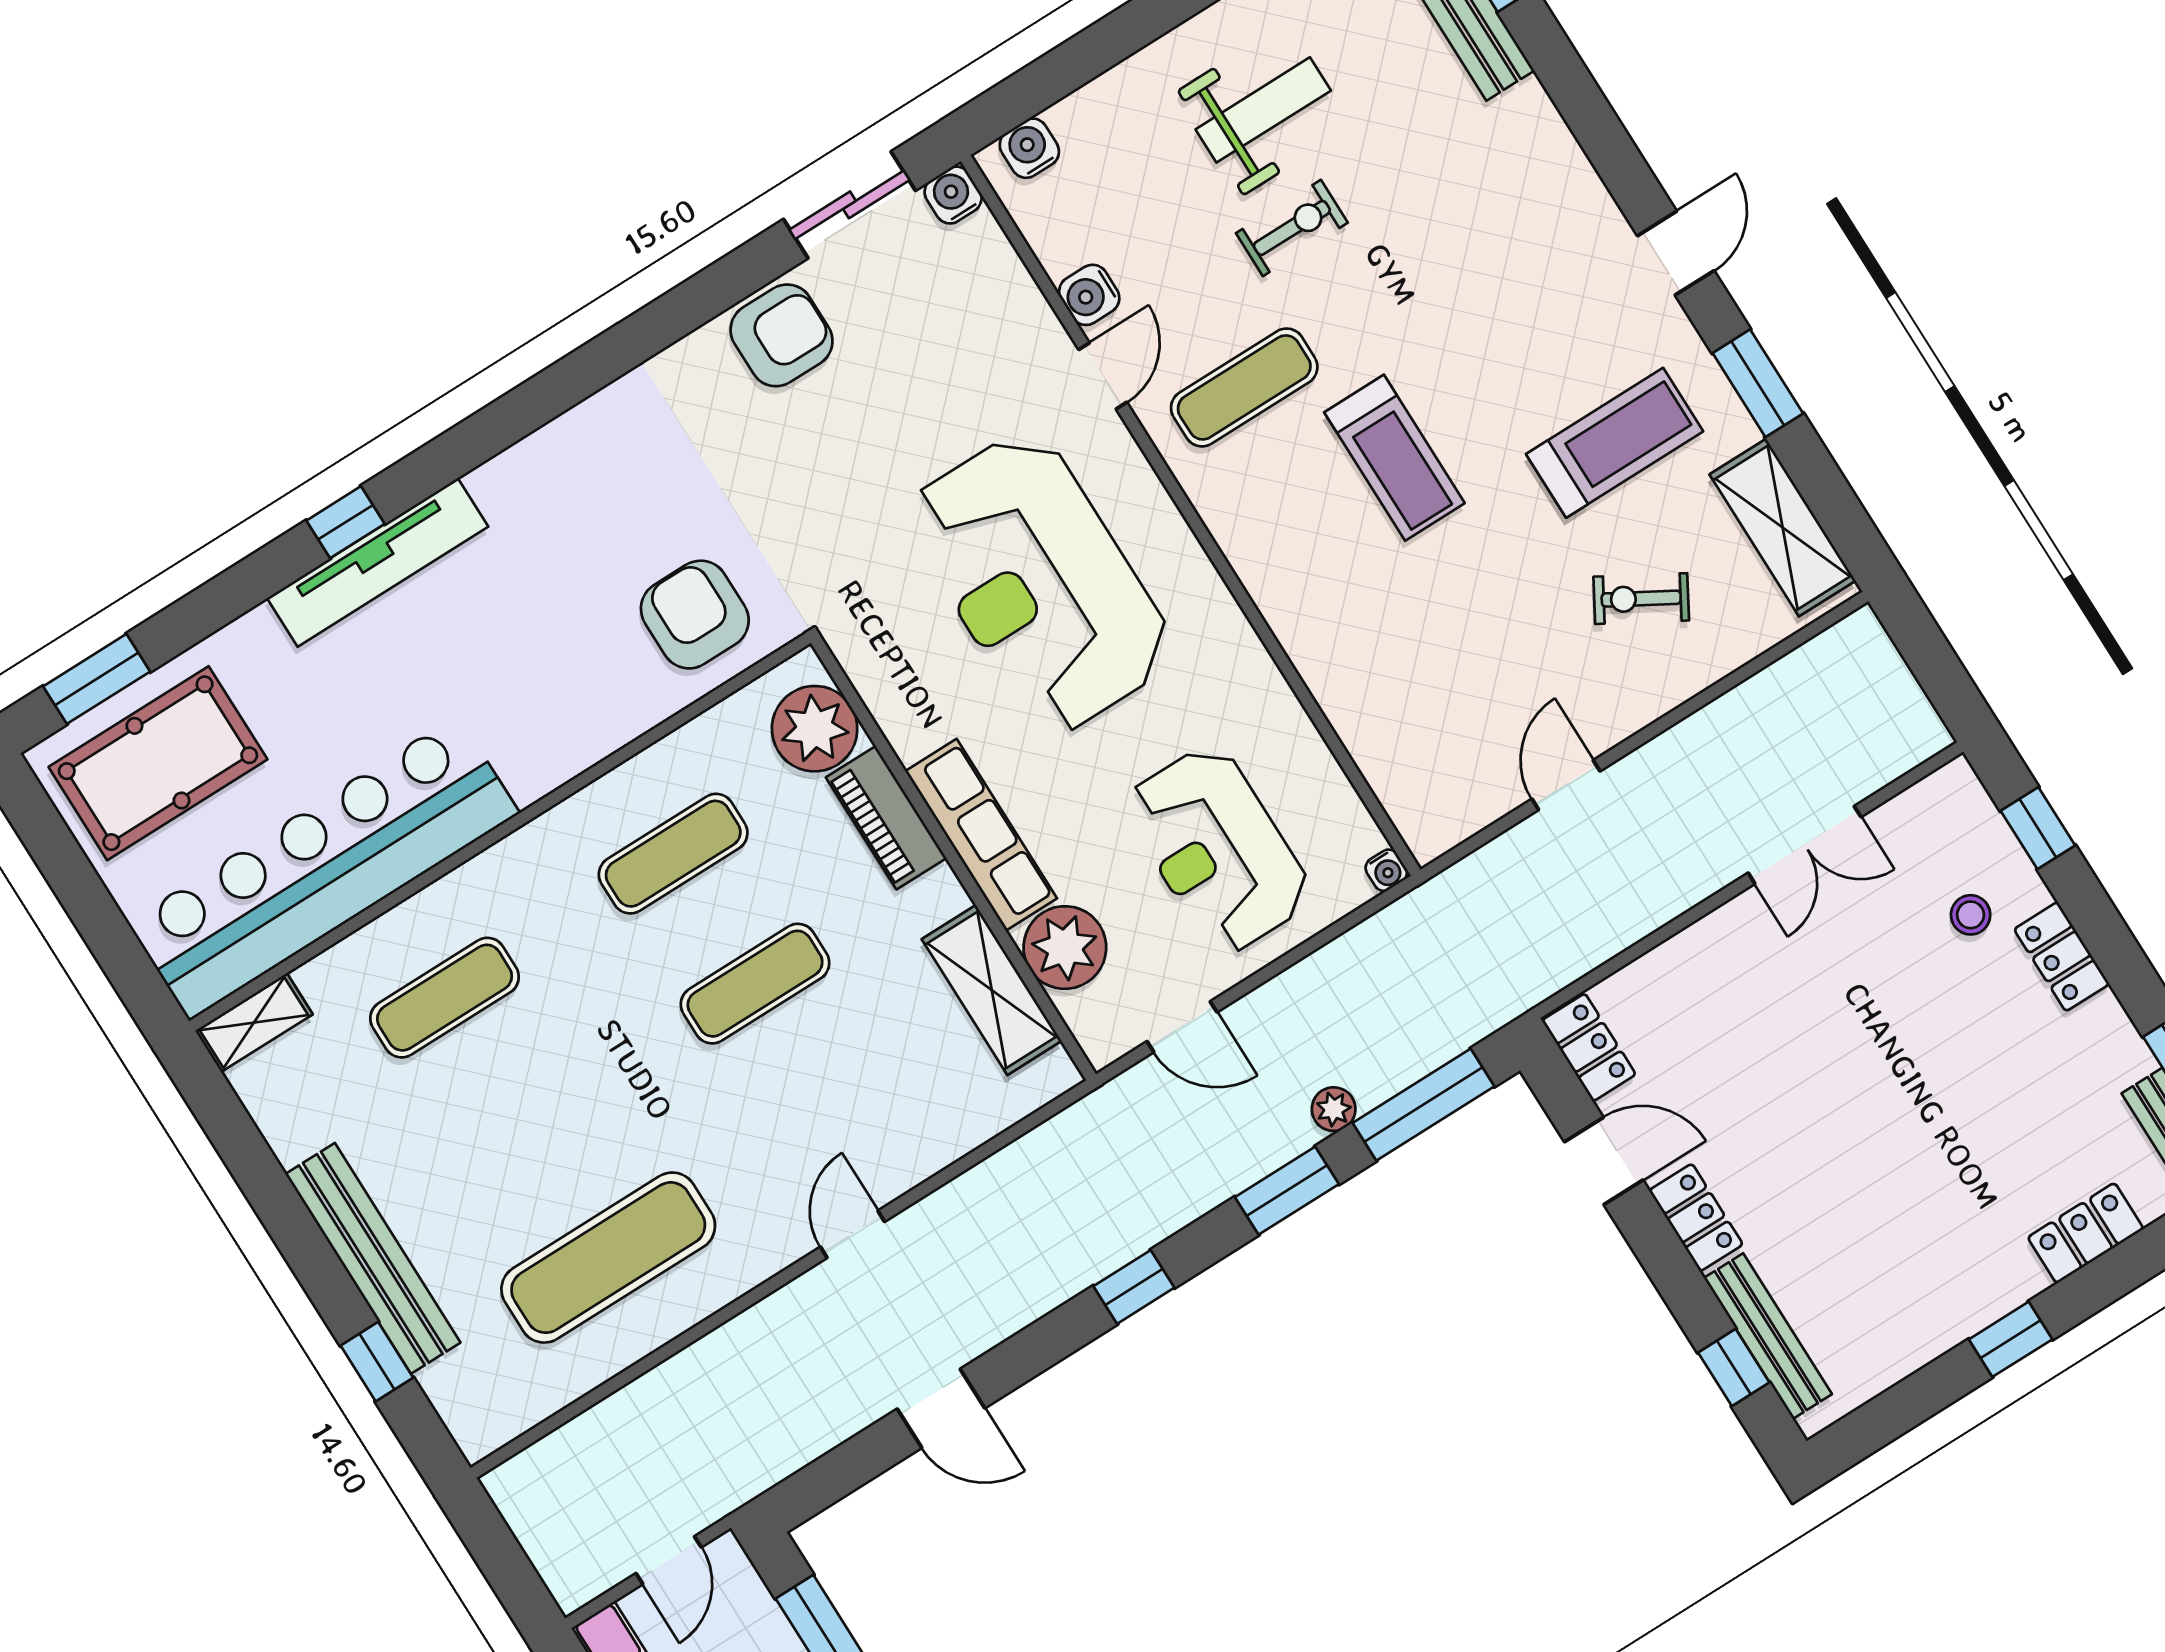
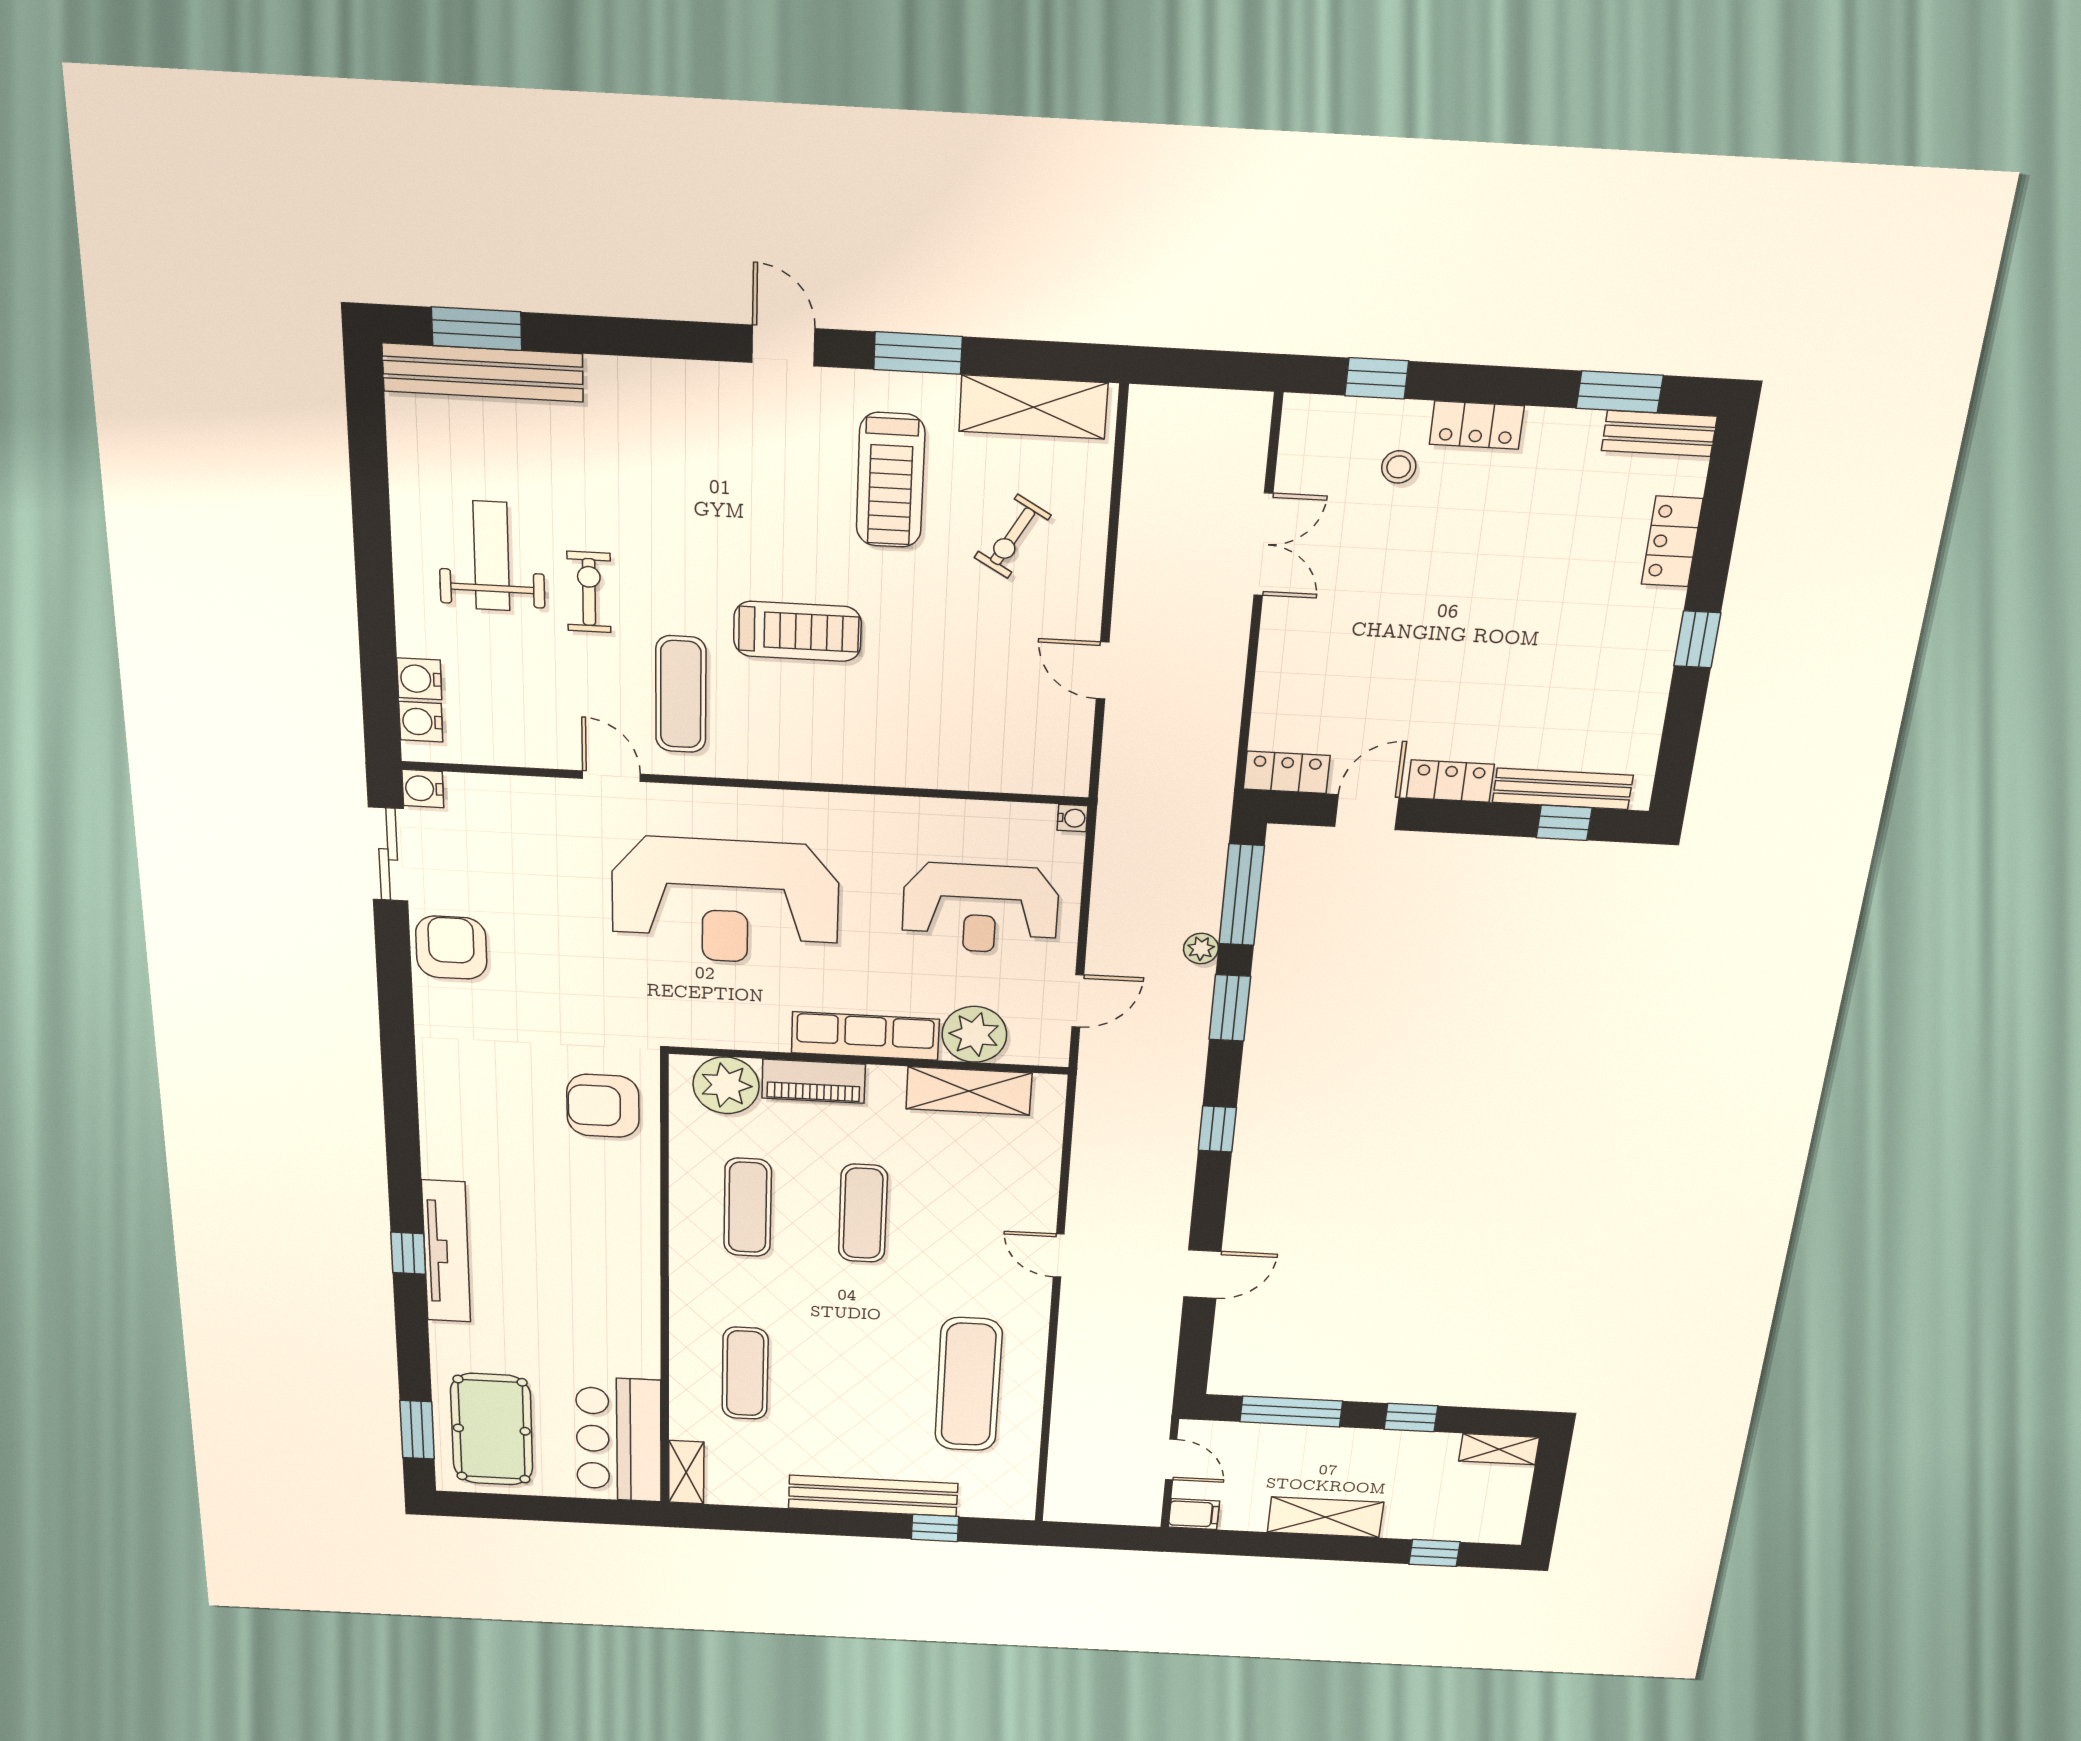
water cooler: (1089, 295) -> (419, 679), moved, turned 90
treadmill: (1615, 443) -> (890, 480), turned 180
bar counter: (323, 868) -> (619, 1440), width x0.54

